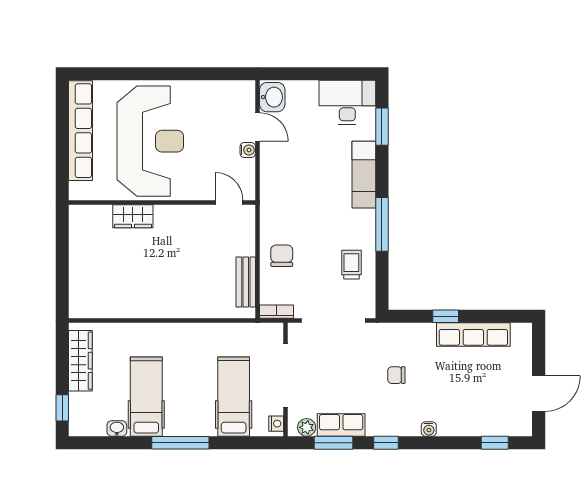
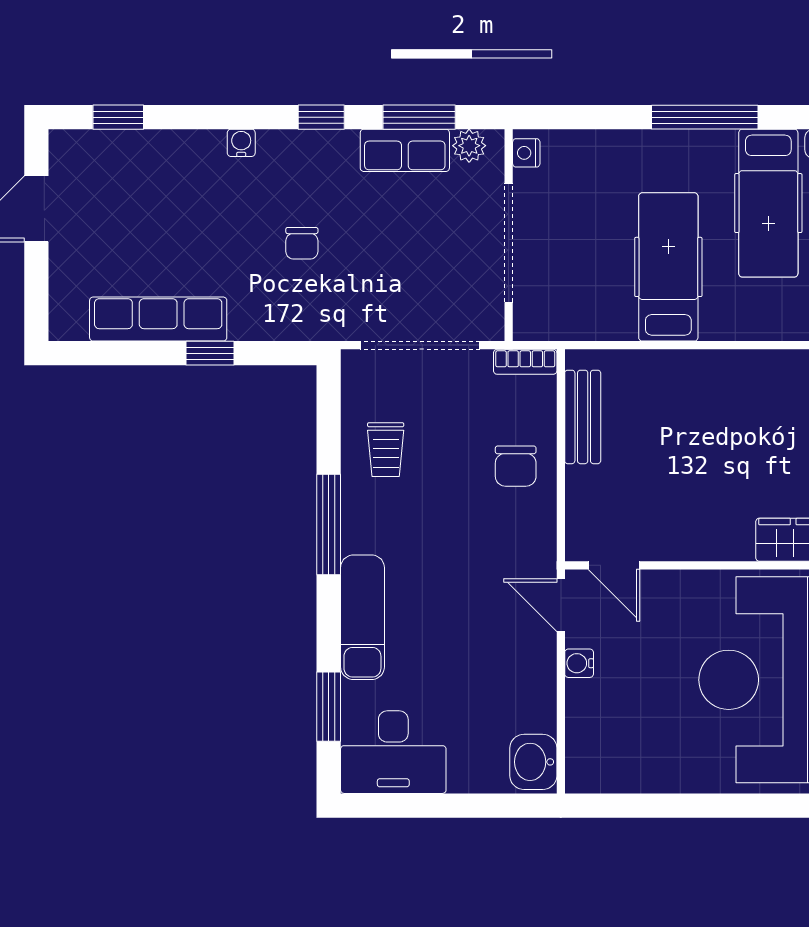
door: (258, 127) -> (561, 605), moved
chair: (396, 375) -> (302, 243), turned 90
hospital bed: (234, 397) -> (668, 267), moved, turned 180

